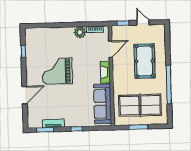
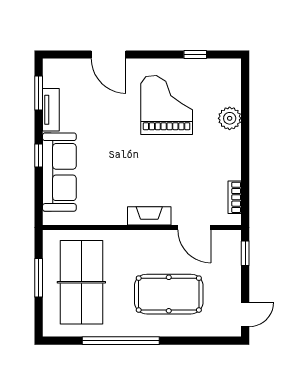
door: (143, 23) -> (245, 314), moved
plant: (80, 32) -> (230, 118), moved
grand piano: (57, 71) -> (167, 105), moved
sofa: (103, 104) -> (59, 172), moved, turned 90

